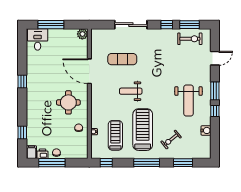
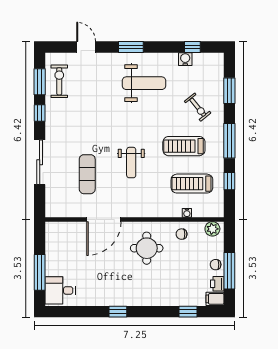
plant: (82, 34) -> (212, 229), moved
window: (215, 111) -> (192, 47), moved
treadmill: (143, 130) -> (184, 146), width x0.73, depth x0.73
window: (106, 163) -> (229, 181), moved

